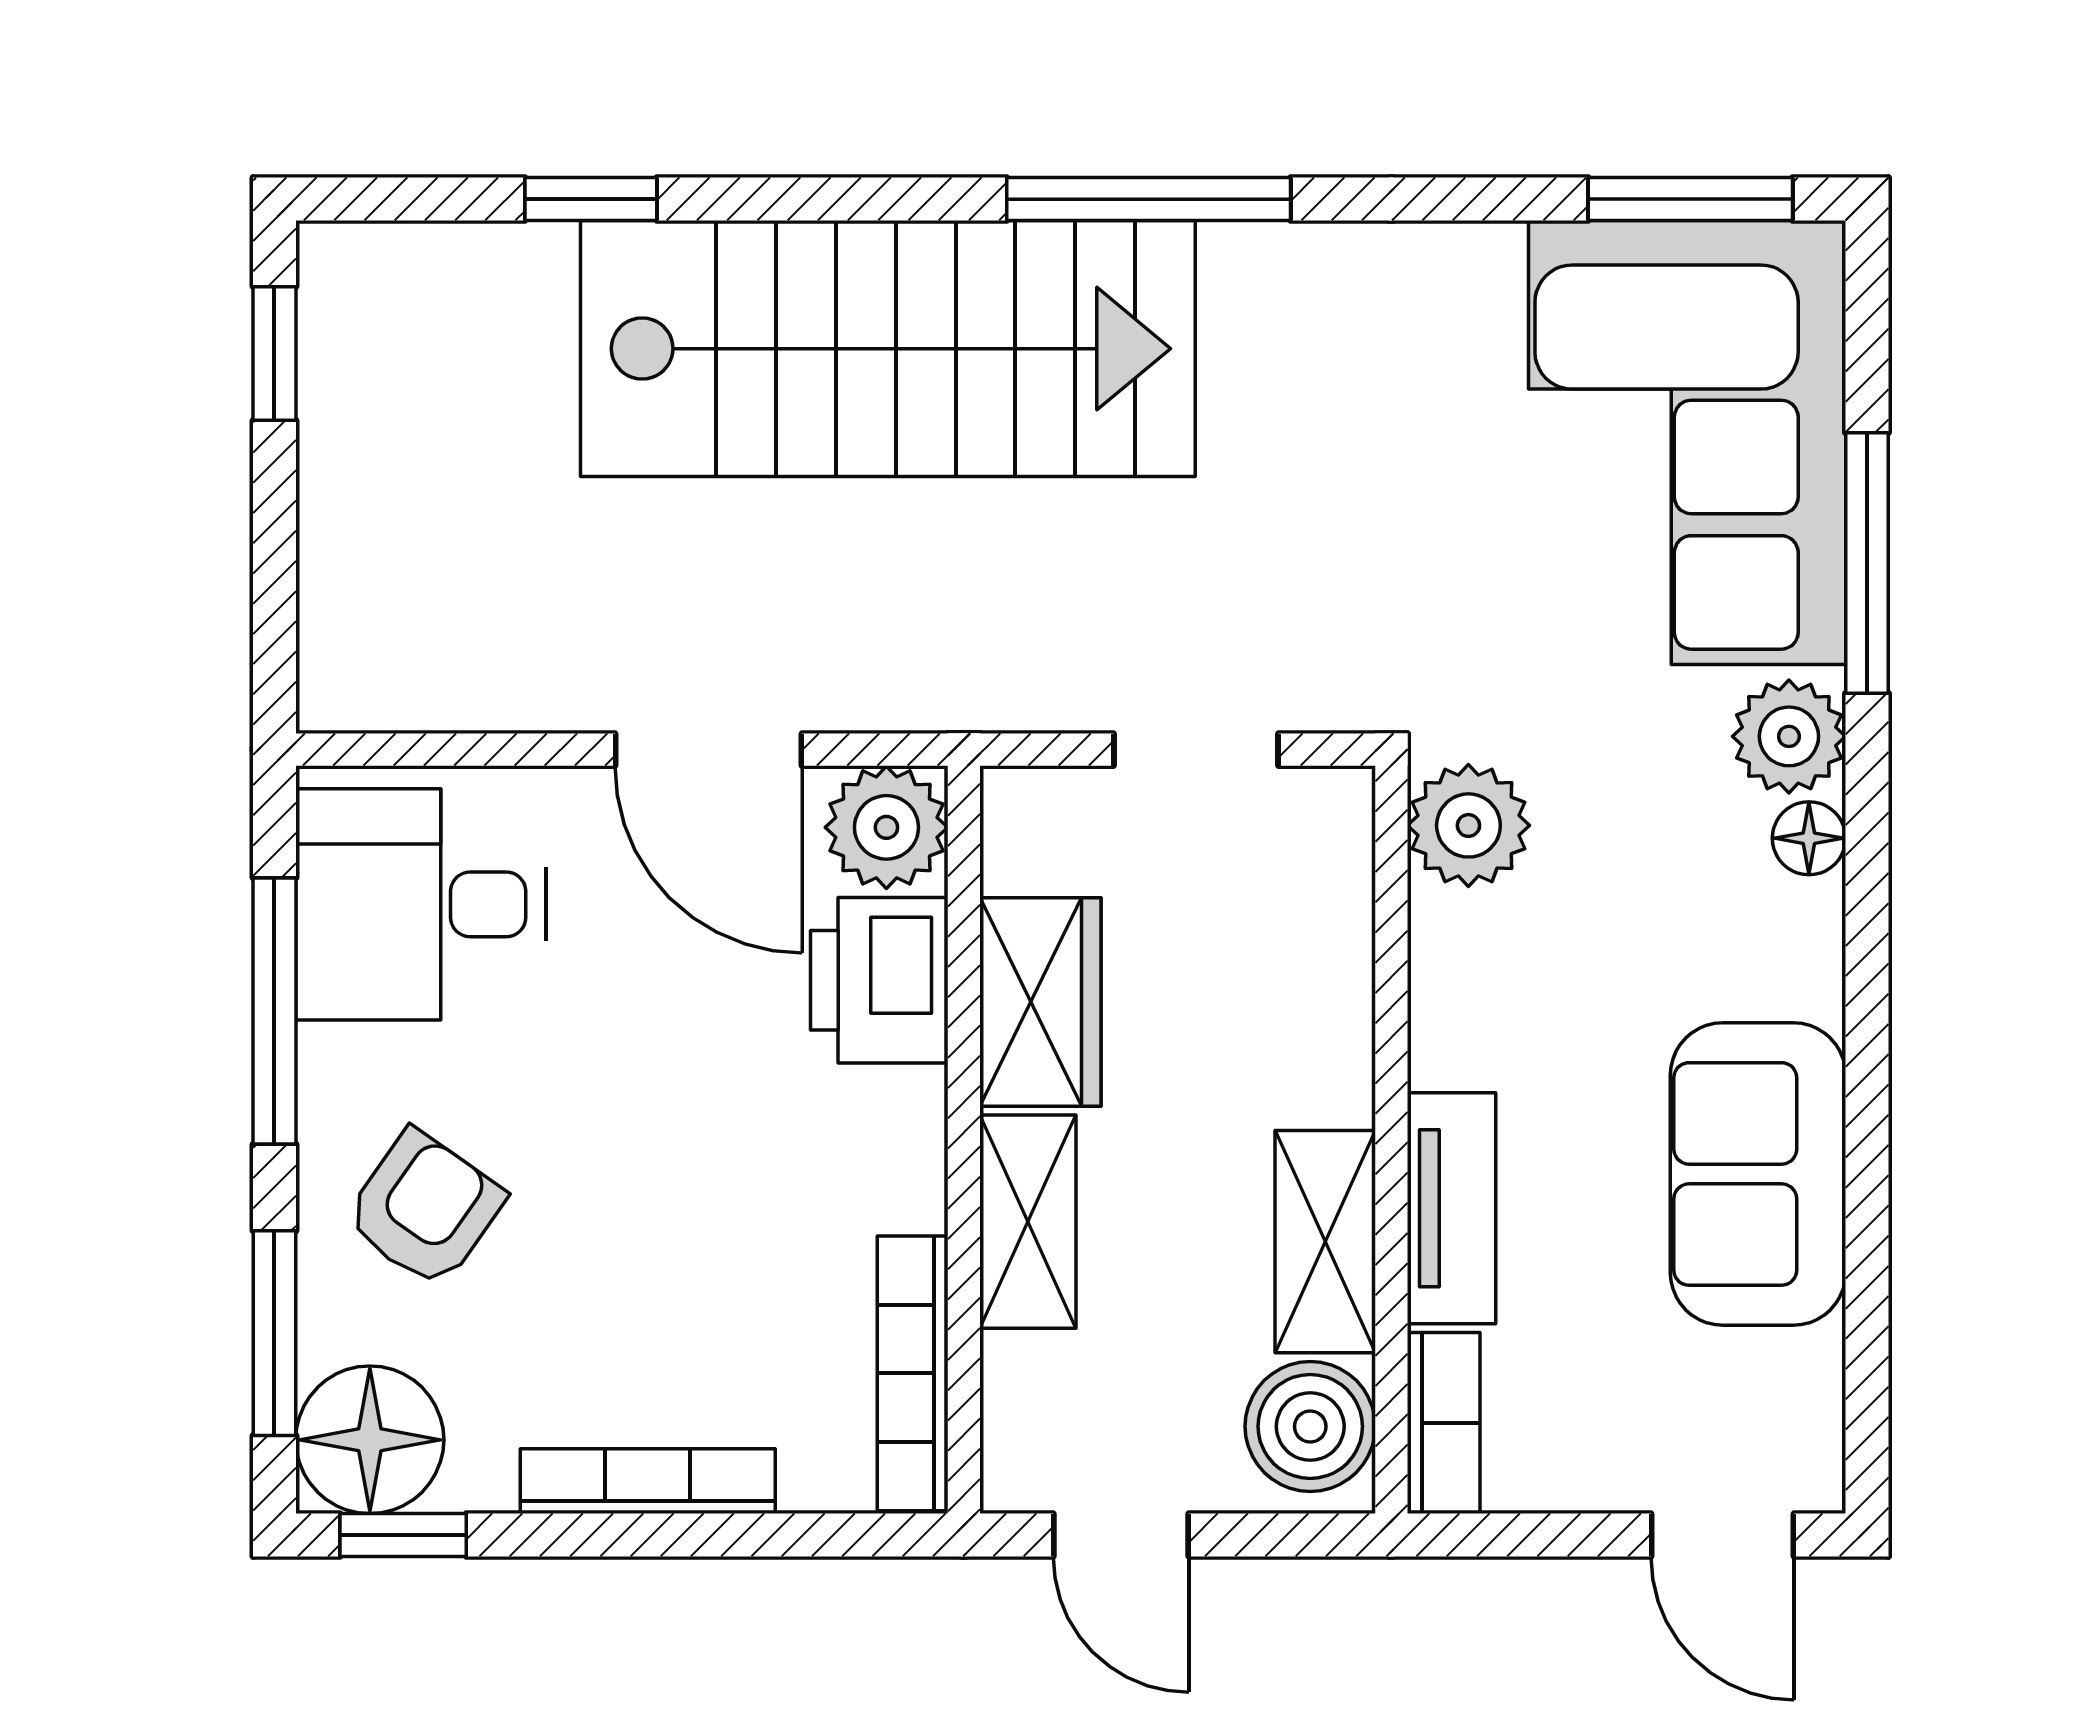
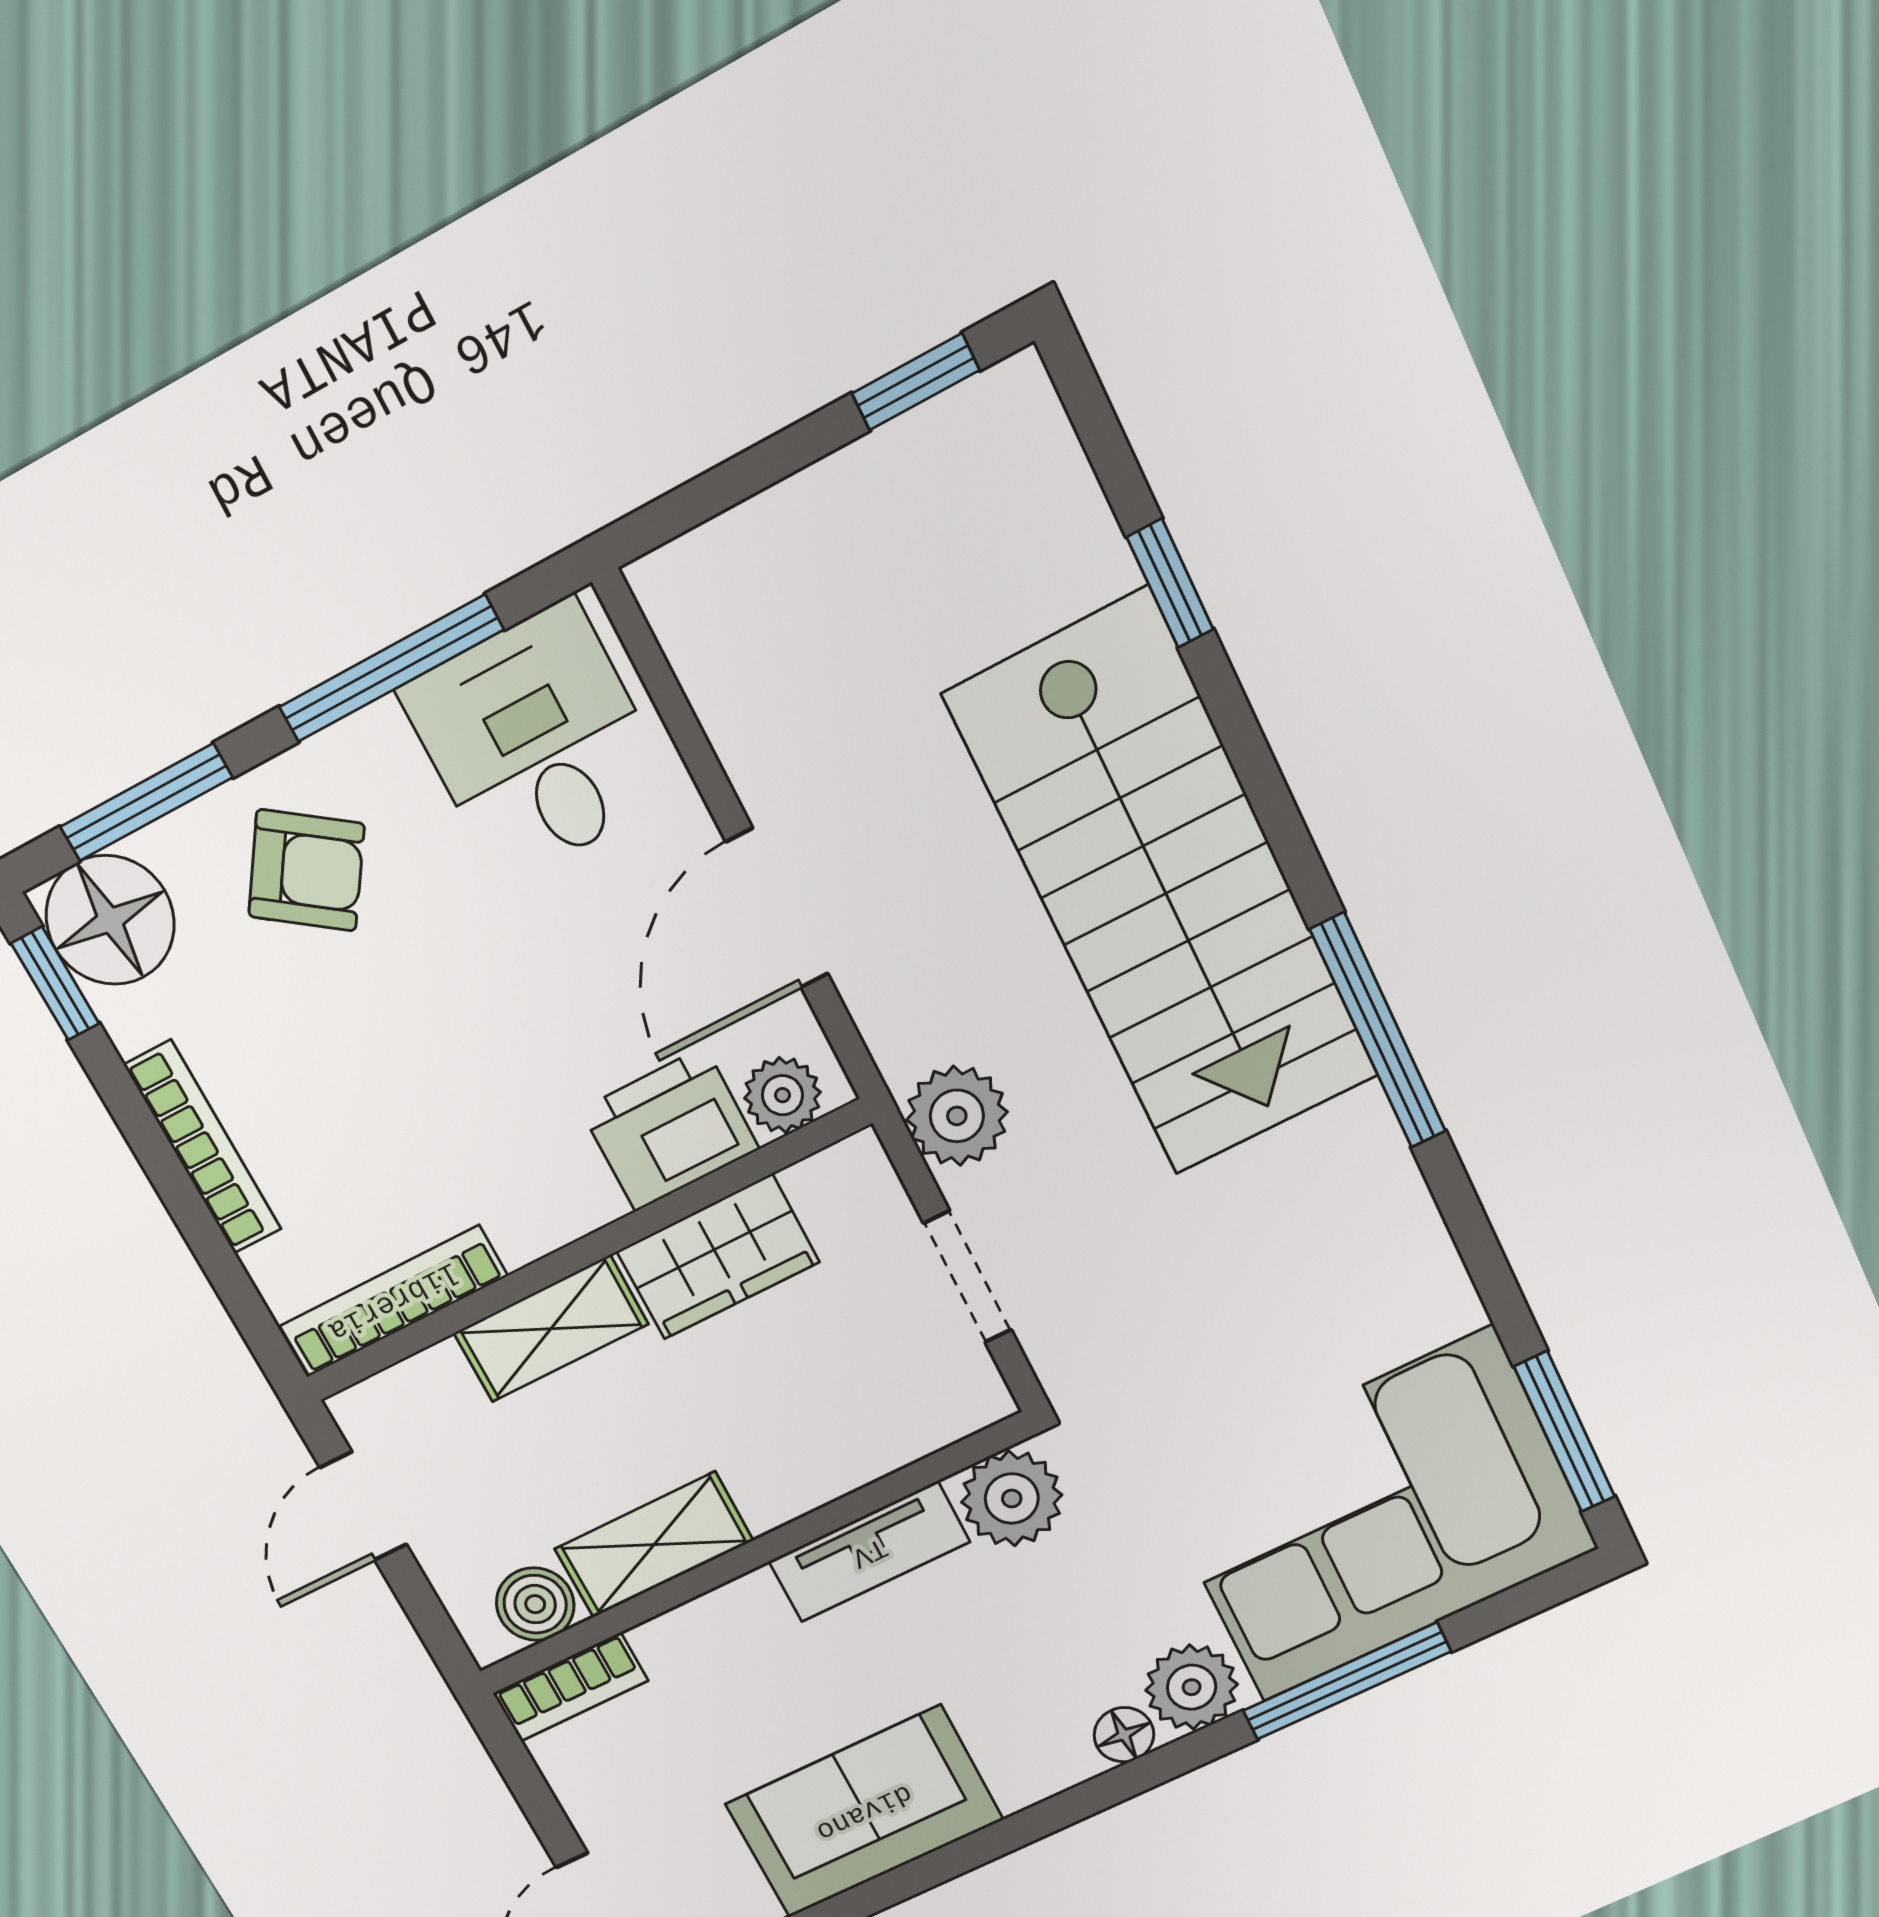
plant: (1017, 674) -> (957, 1116), added
plant: (886, 827) -> (782, 1095), width x0.73, depth x0.73
tv unit: (1452, 1208) -> (869, 1552), moved
boiler: (1310, 1426) -> (535, 1604), width x0.73, depth x0.73

